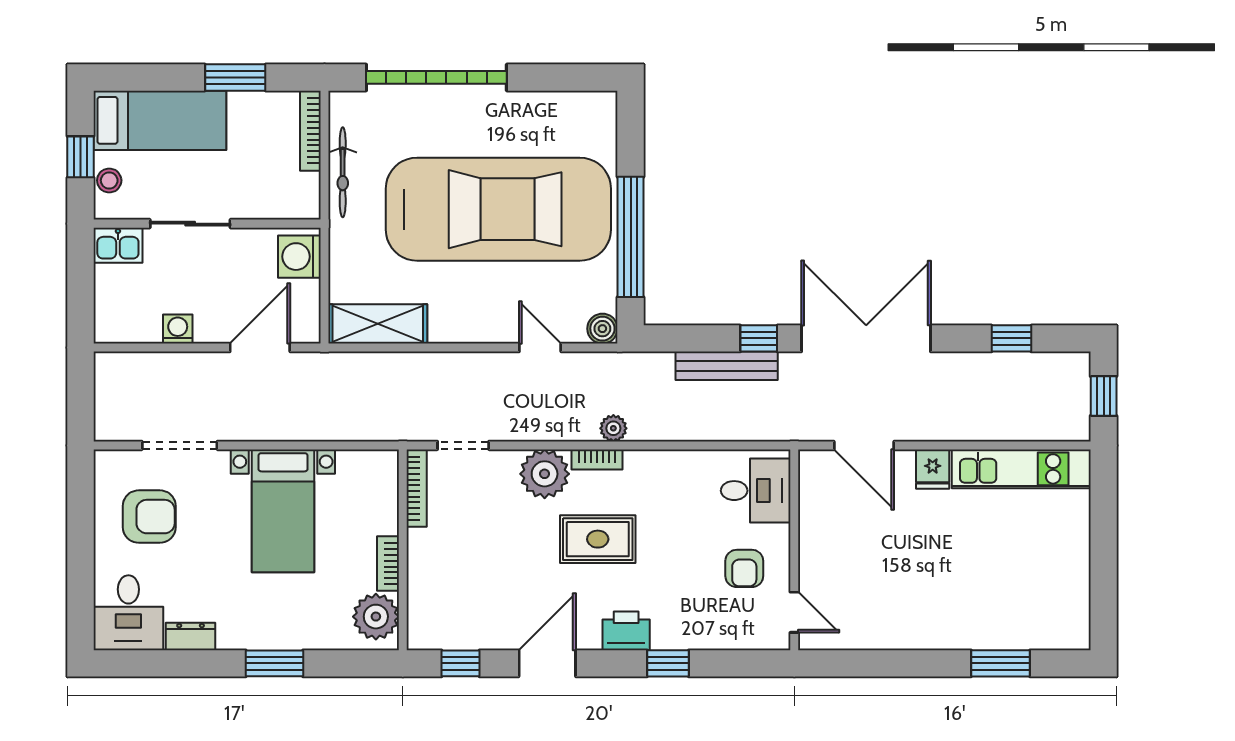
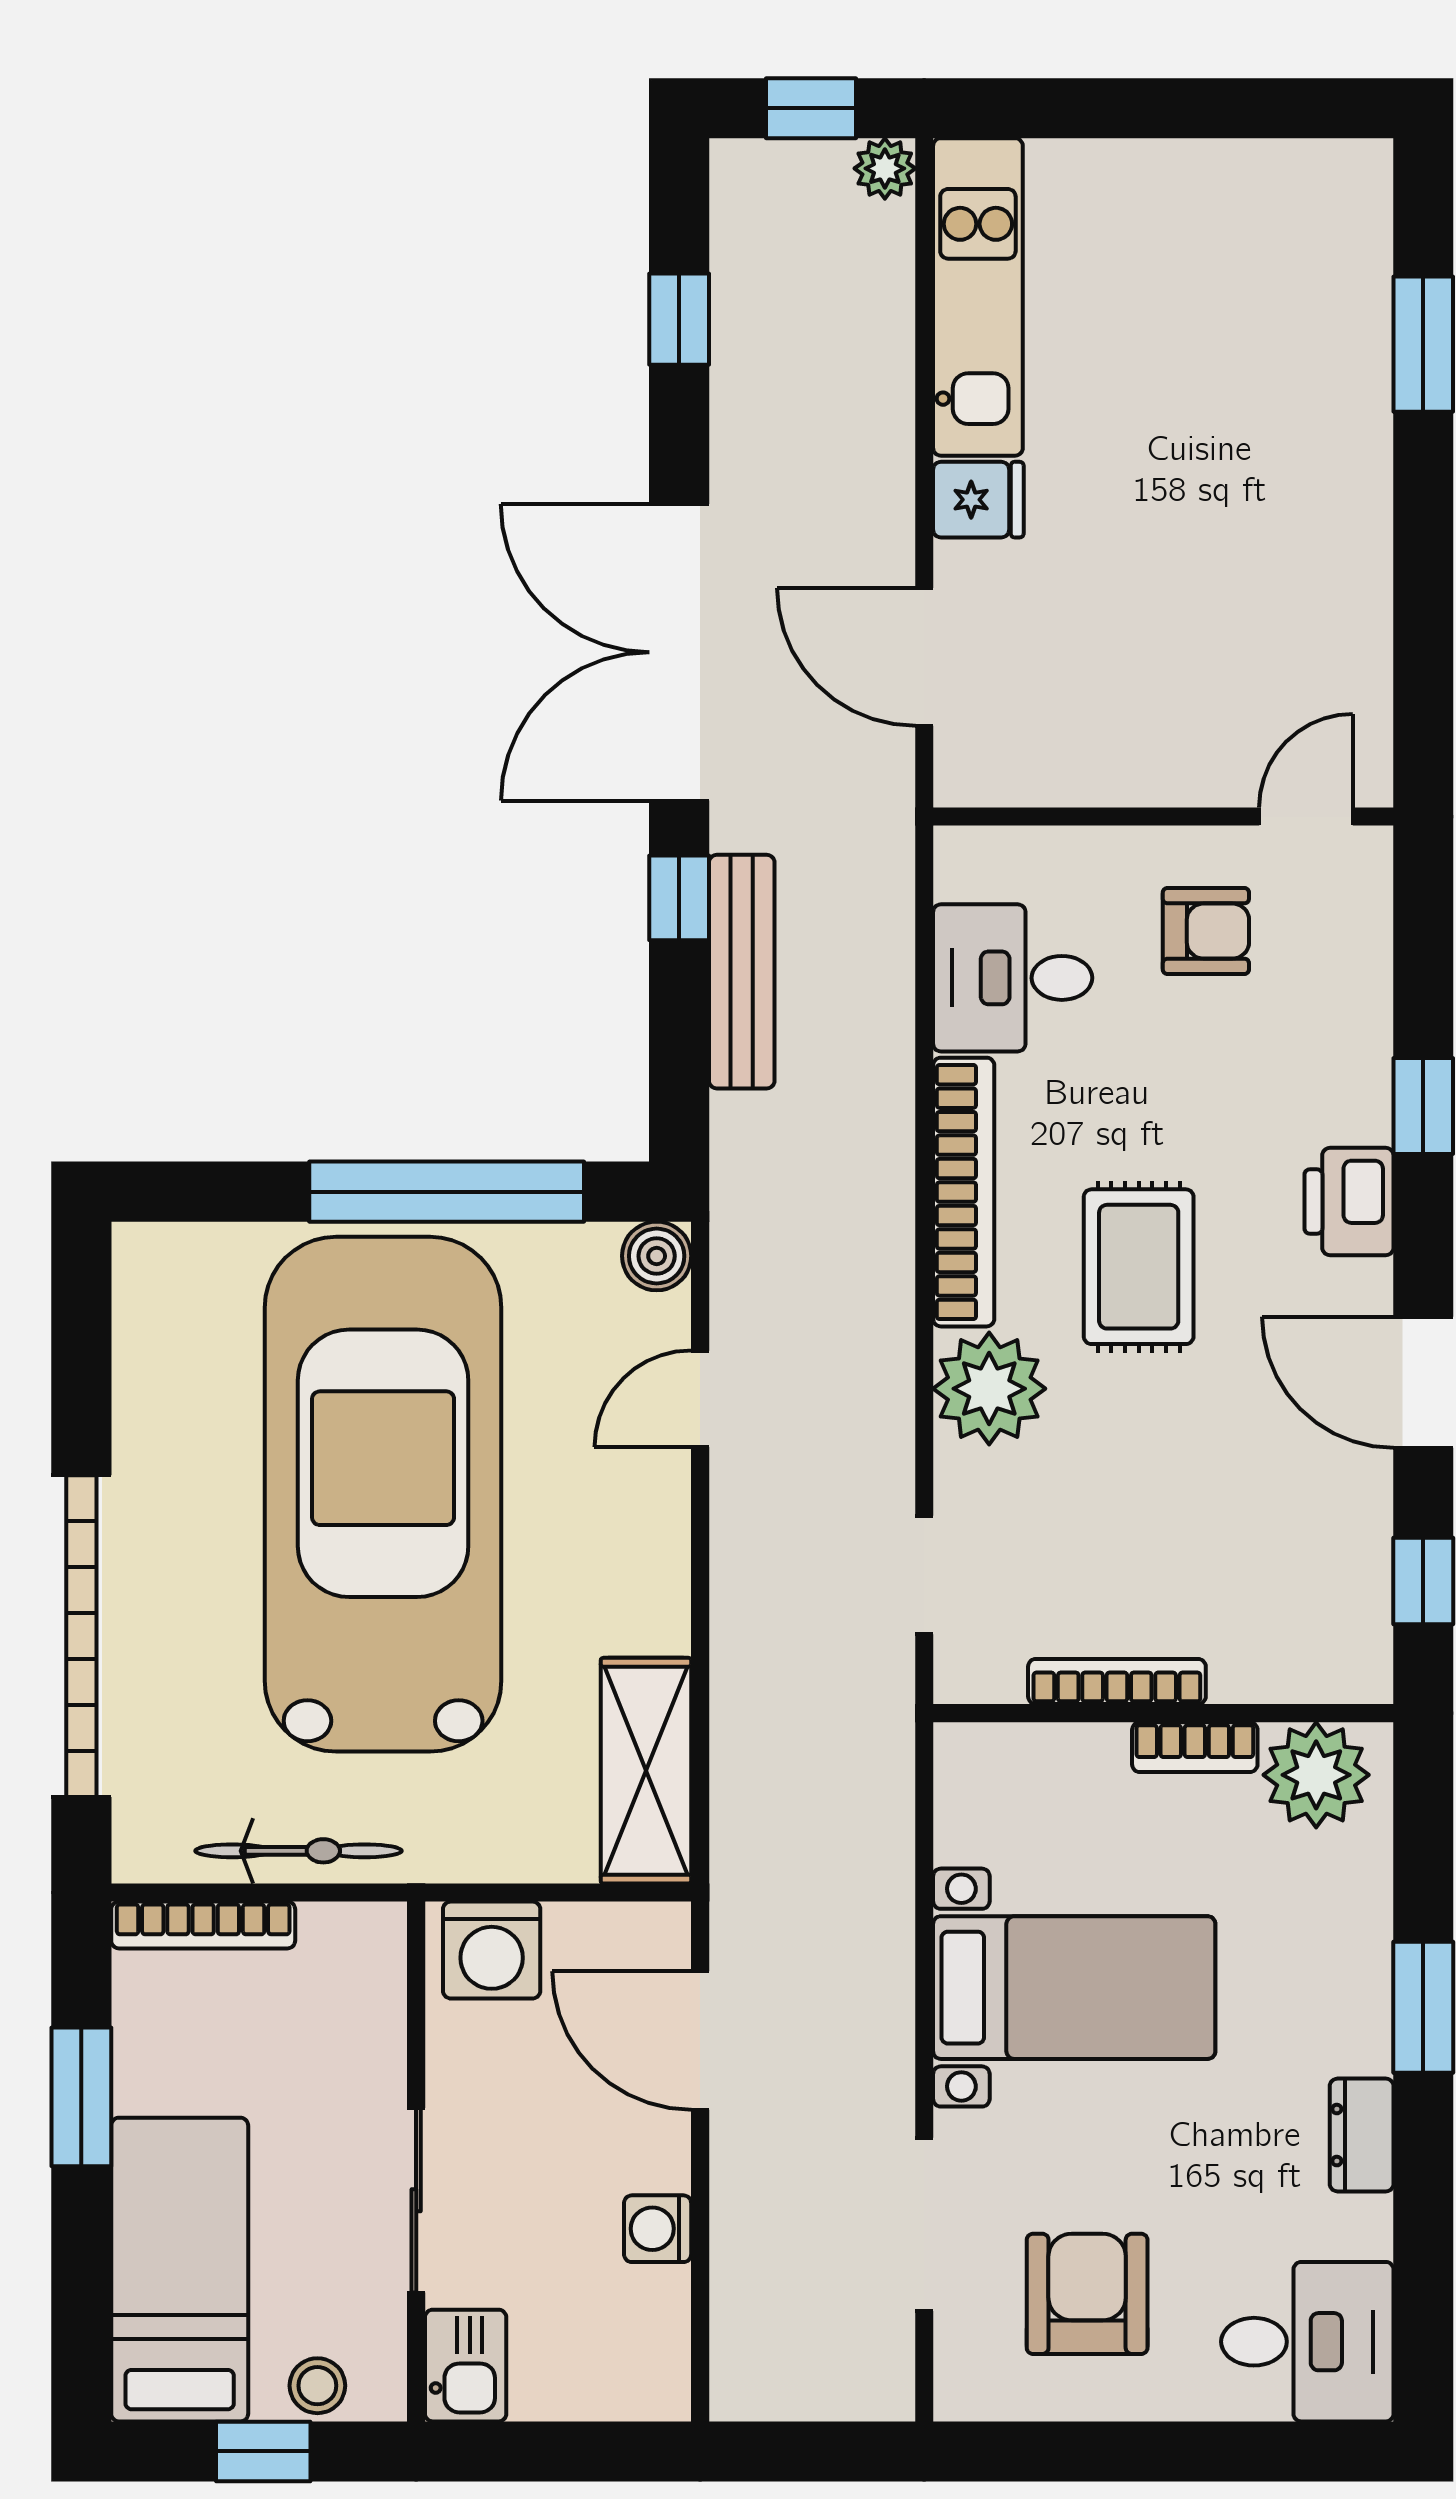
plant: (613, 428) -> (885, 168), moved
door: (864, 445) -> (924, 657), swing flipped
bookcase: (597, 460) -> (964, 1192), width x2.31, depth x1.31
bookcase: (417, 488) -> (1117, 1681), moved
desk: (756, 491) -> (1013, 978), moved, turned -90
dresser: (191, 636) -> (1362, 2135), moved

